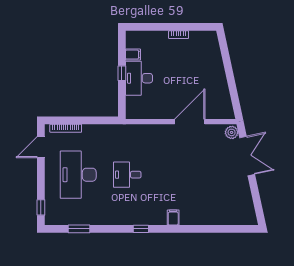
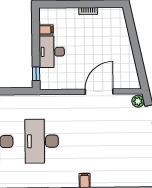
window: (122, 73) -> (36, 74), moved
desk: (127, 175) -> (42, 141), width x1.87, depth x1.30

